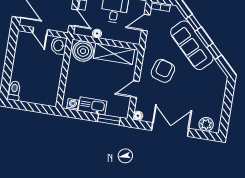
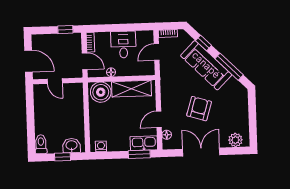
washbasin: (59, 45) -> (72, 146), moved, turned 90
window: (214, 51) -> (229, 67), width x2.17
armchair: (163, 71) -> (199, 109), moved
kitchen sink: (93, 106) -> (144, 143), moved
window: (33, 107) -> (63, 157), added
floor lamp: (138, 116) -> (167, 135), moved

